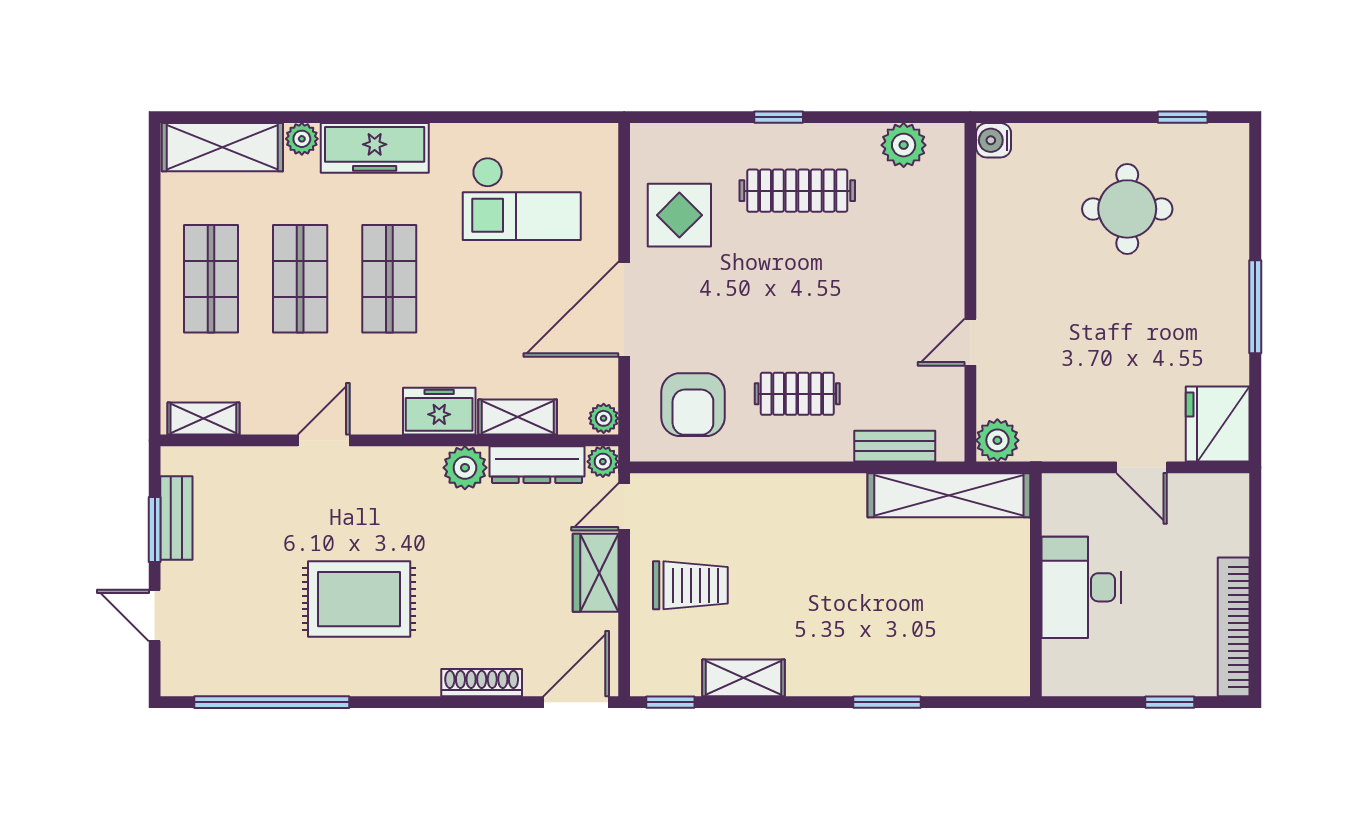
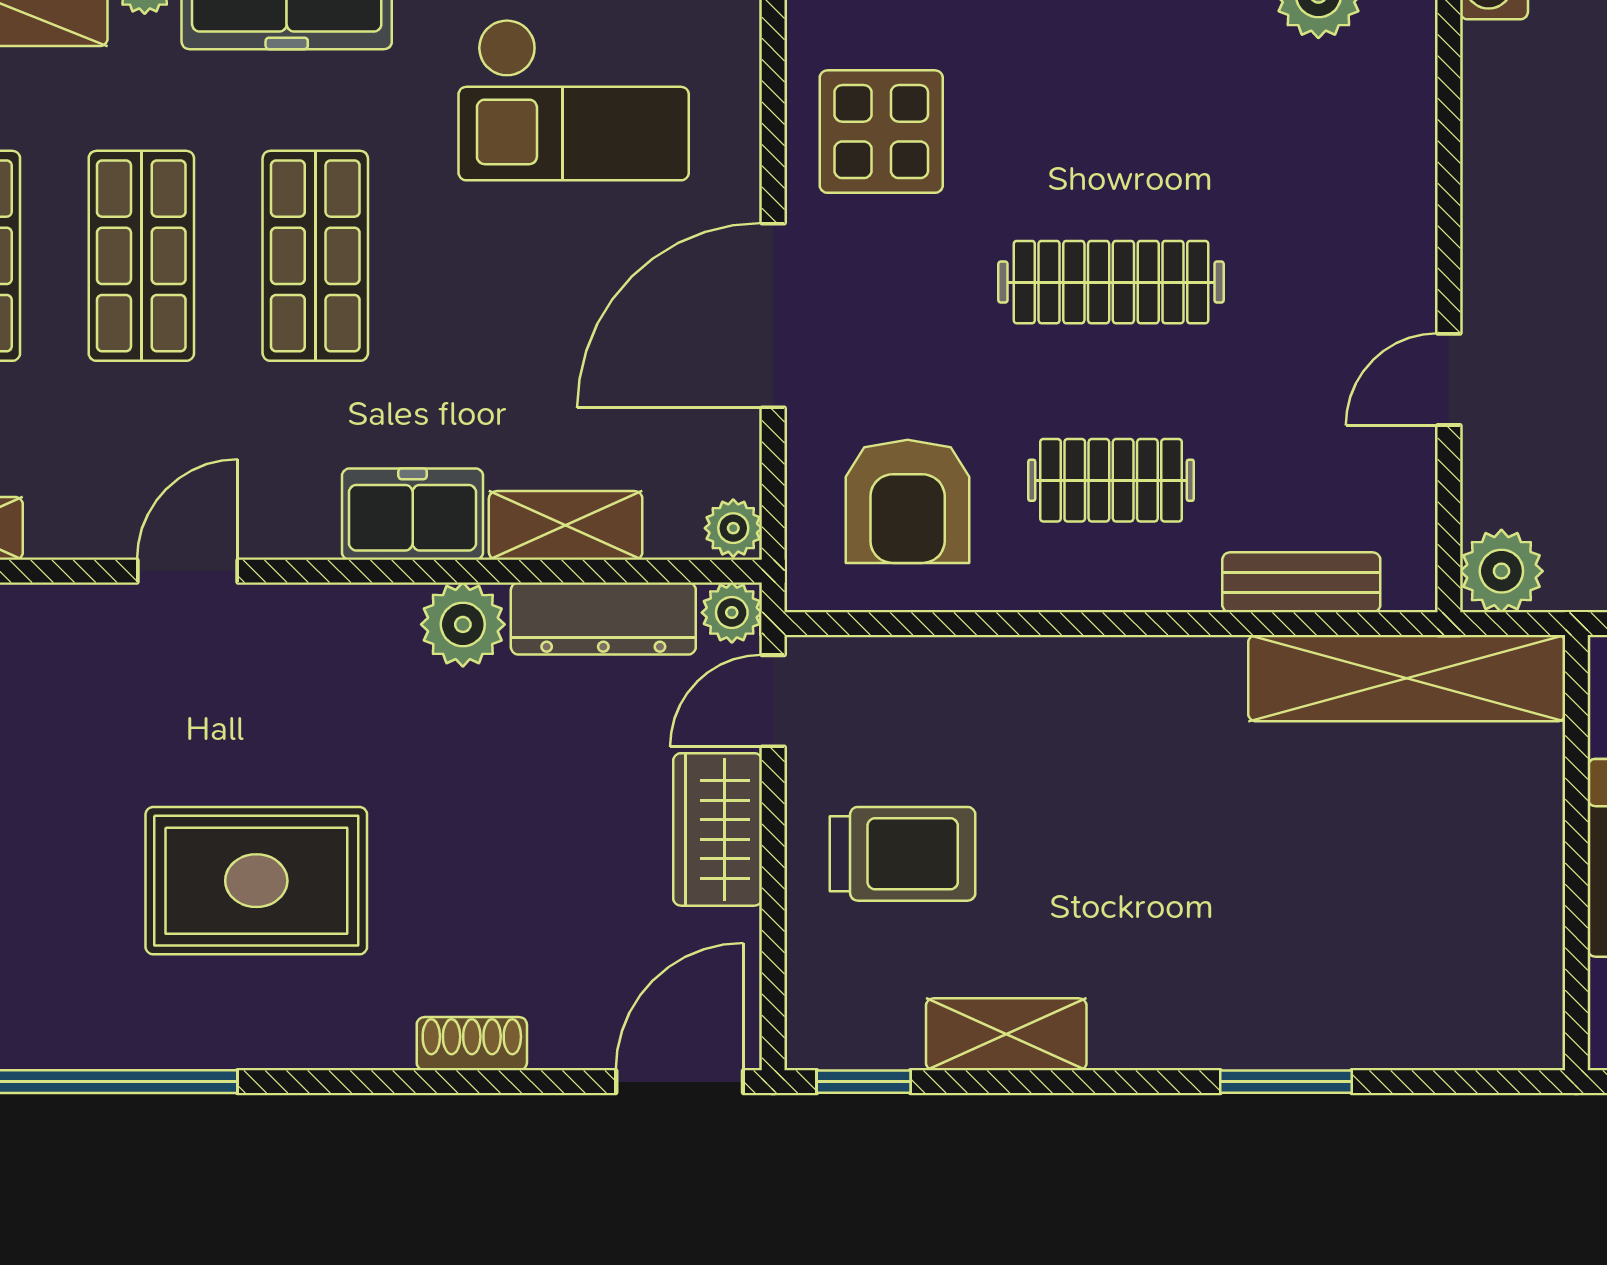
clothes rail: (797, 191) -> (1111, 282), moved
shoe rack: (482, 683) -> (472, 1044), width x0.70

